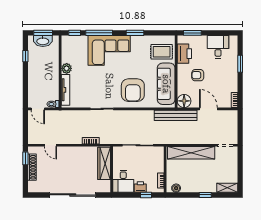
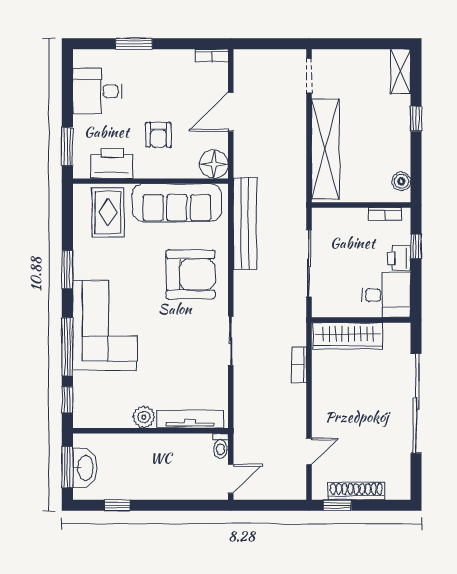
bench: (176, 115) -> (245, 223), moved

